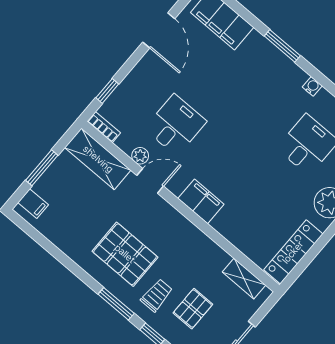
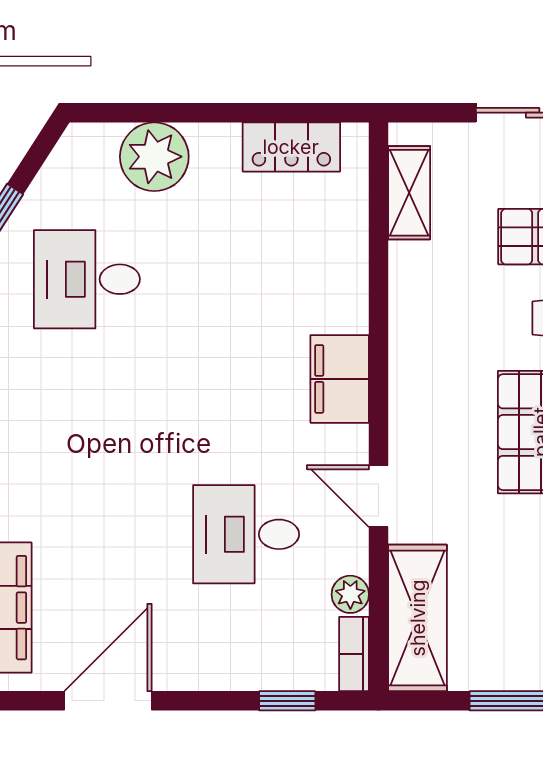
plant: (140, 156) -> (350, 594), moved
locker: (293, 252) -> (291, 147), width x0.66

